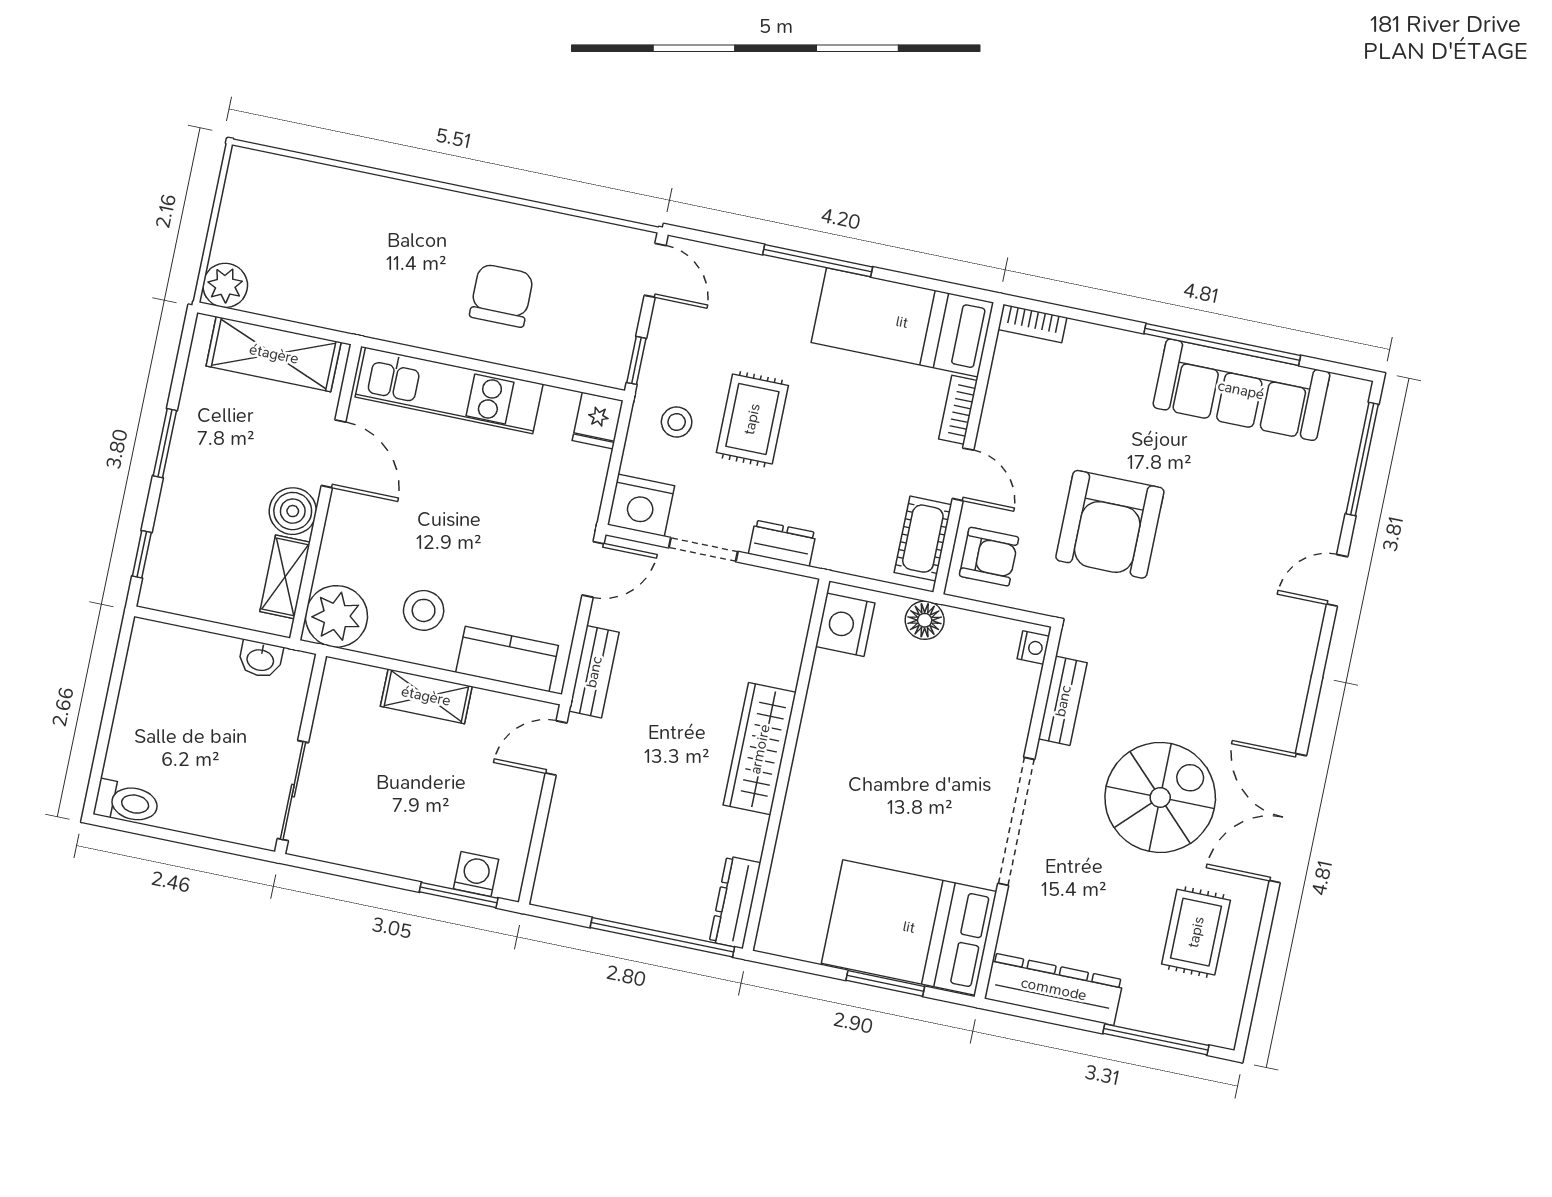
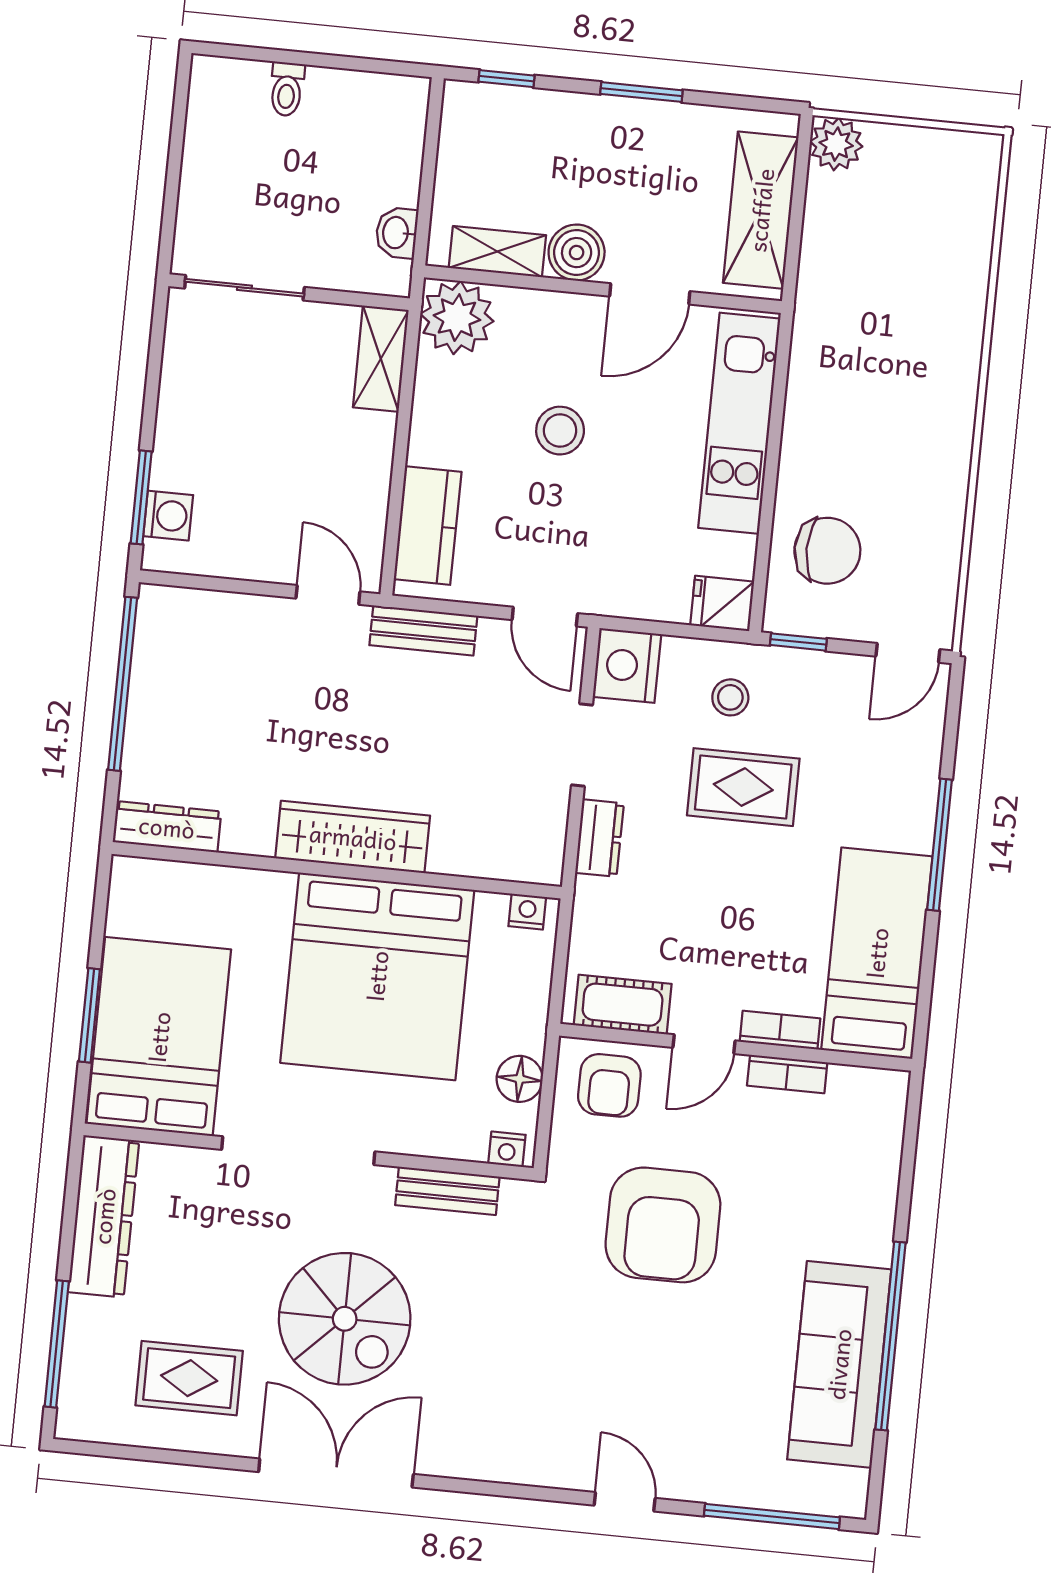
chair: (502, 295) -> (827, 551), moved
bookcase: (1032, 323) -> (787, 1074), moved, turned -90
armchair: (1110, 524) -> (663, 1225), turned -90
stool: (424, 610) -> (560, 431), moved
floor lamp: (925, 620) -> (520, 1079), moved
nightstand: (845, 625) -> (527, 912), width x0.53, depth x0.56
shelving: (426, 696) -> (381, 359), moved
bed: (878, 740) -> (377, 976), added
toilet: (127, 802) -> (287, 89), moved, width x0.73, depth x0.72
window: (662, 937) -> (123, 684), moved

